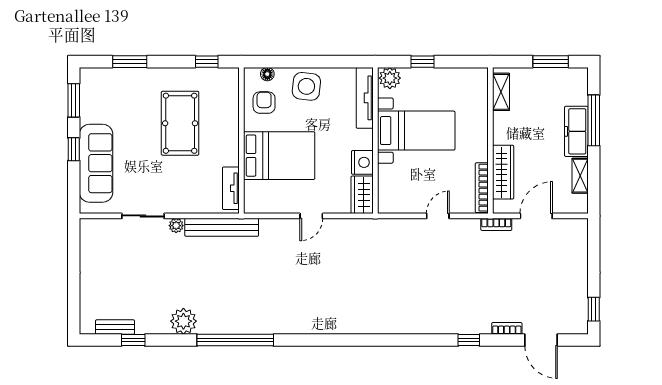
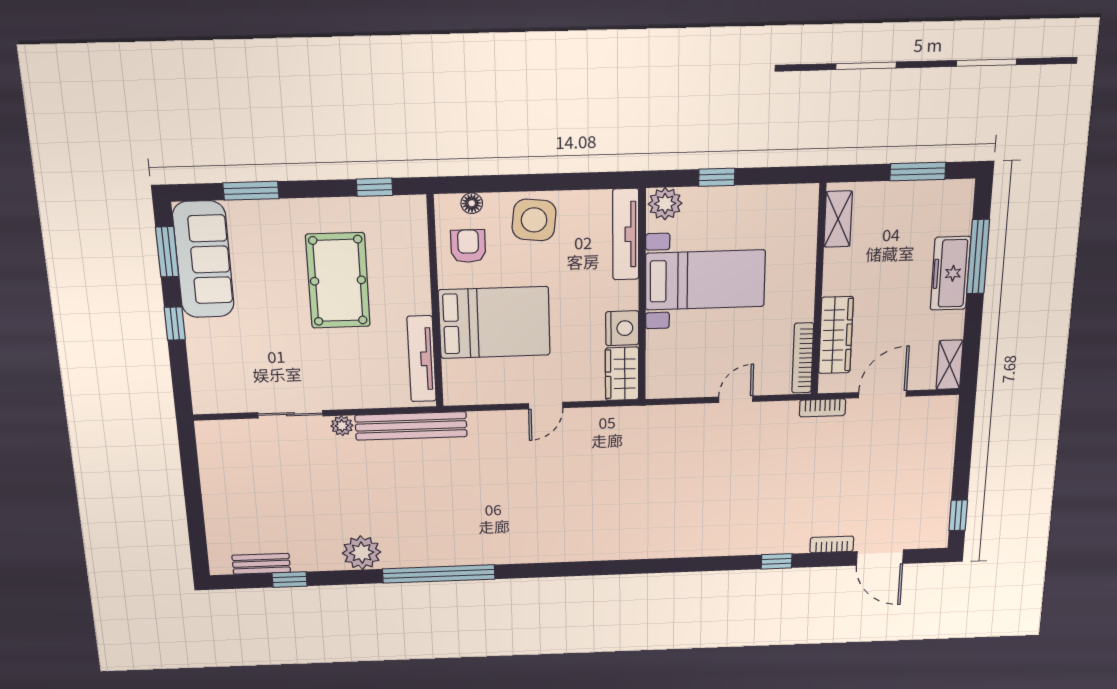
sofa: (96, 163) -> (203, 260), moved
shelving: (580, 176) -> (950, 365), moved
tv unit: (231, 188) -> (422, 359), width x1.41

